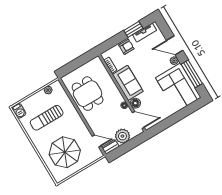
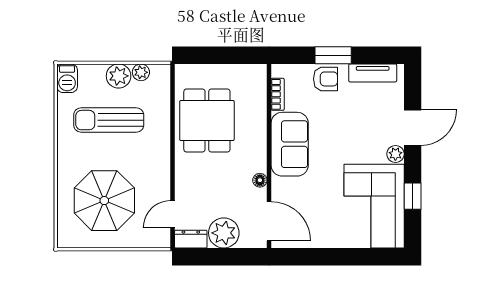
window: (133, 29) -> (333, 55), moved
door: (175, 45) -> (413, 128), swing flipped
window: (192, 74) -> (413, 196), width x0.46
plant: (40, 97) -> (119, 76), added
floor lamp: (135, 103) -> (282, 188), removed
door: (97, 141) -> (173, 214), swing flipped

